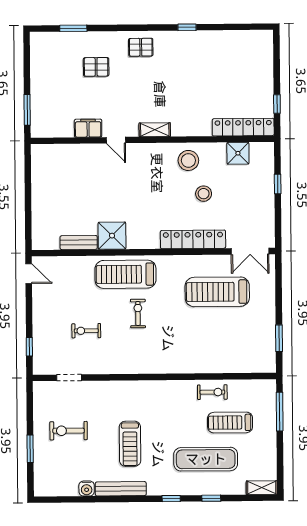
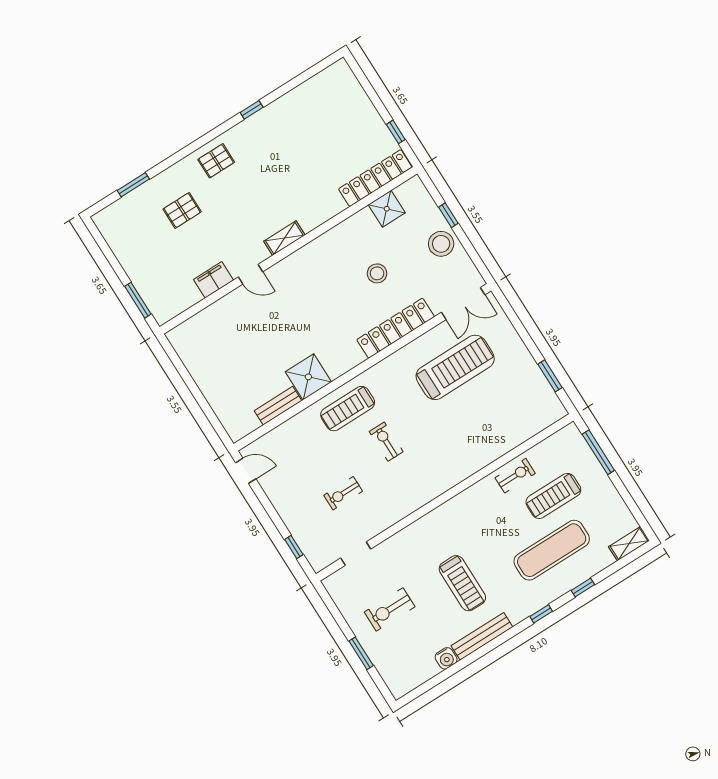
stool: (188, 160) -> (441, 244), moved
treadmill: (126, 274) -> (348, 409), width x0.73, depth x0.73
treadmill: (217, 292) -> (455, 367), turned 180

